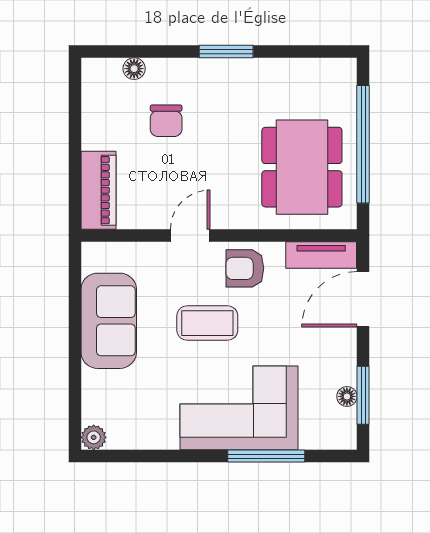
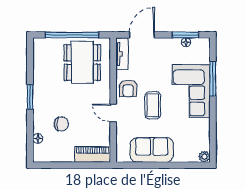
dining table: (302, 167) -> (82, 63), turned 90
door: (363, 299) -> (142, 35), swing flipped

